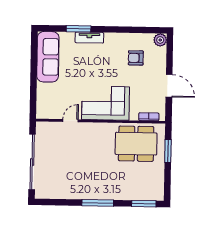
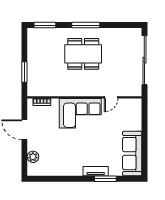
plant: (160, 40) -> (33, 157), moved
armchair: (136, 58) -> (54, 154), removed
dining table: (136, 144) -> (83, 54), moved

